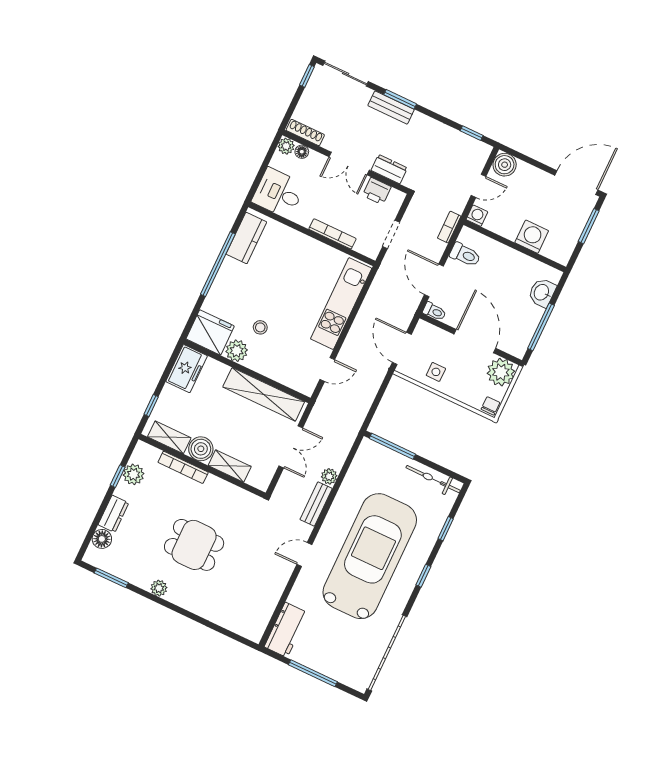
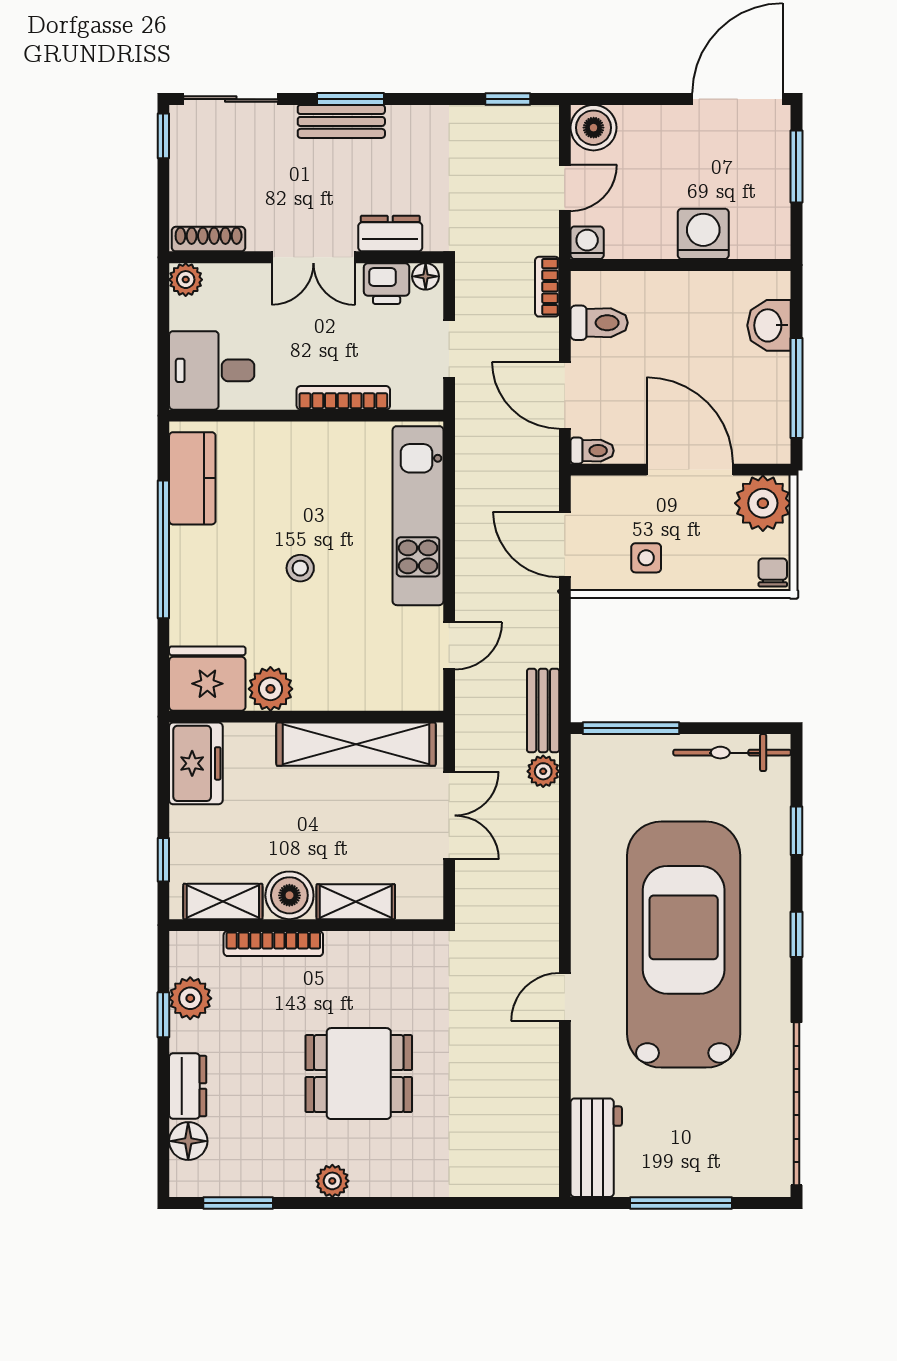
floor lamp: (302, 152) -> (426, 276), moved
stool: (260, 327) -> (300, 568), moved
plant: (329, 476) -> (543, 771), moved
bench: (316, 504) -> (543, 710), moved

